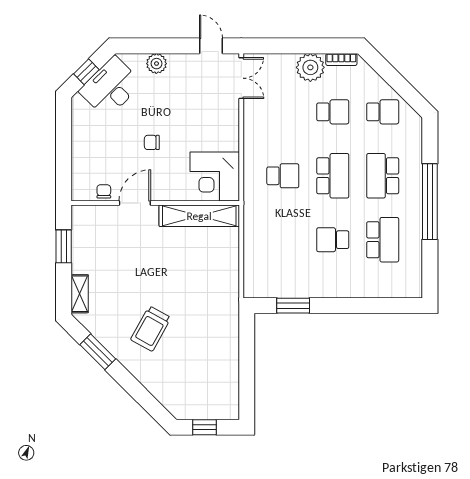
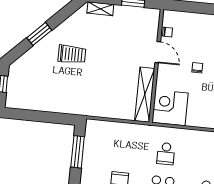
window: (293, 306) -> (78, 152), width x1.44
trolley: (151, 329) -> (72, 54), turned 151
window: (98, 352) -> (39, 34), moved

